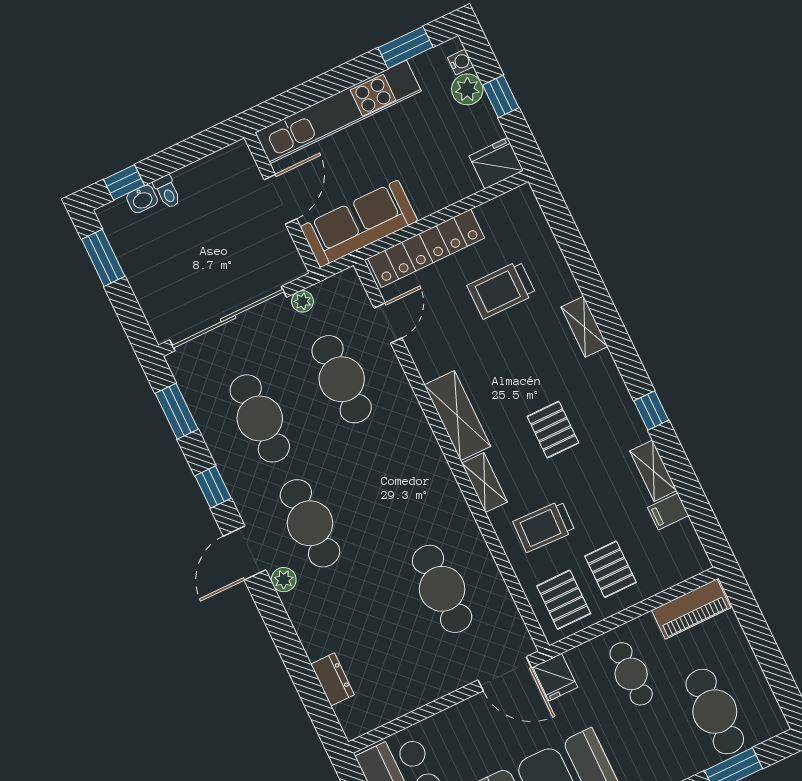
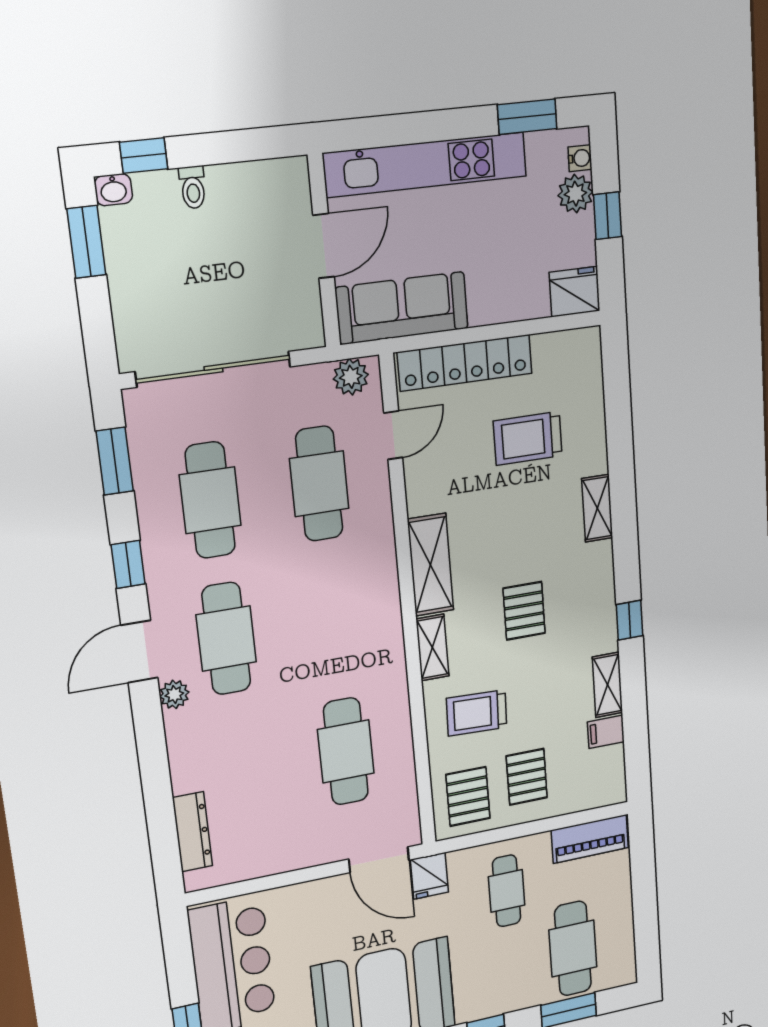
washbasin: (142, 199) -> (113, 190), moved
plant: (302, 301) -> (351, 377), moved, width x1.38, depth x1.38
dresser: (333, 679) -> (193, 832), width x1.44

